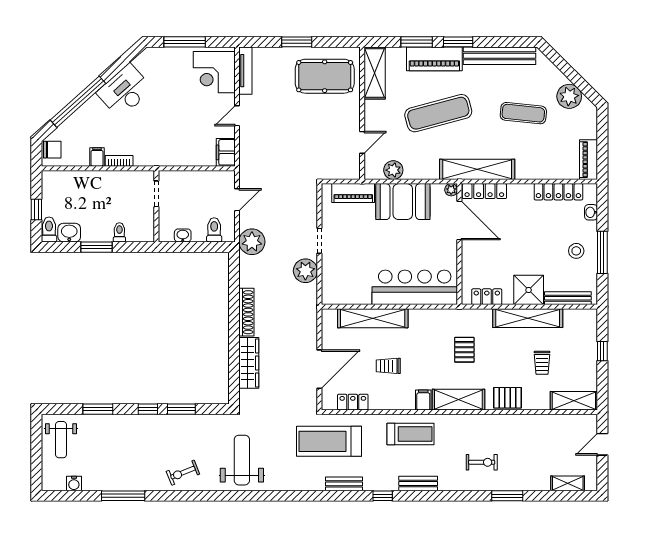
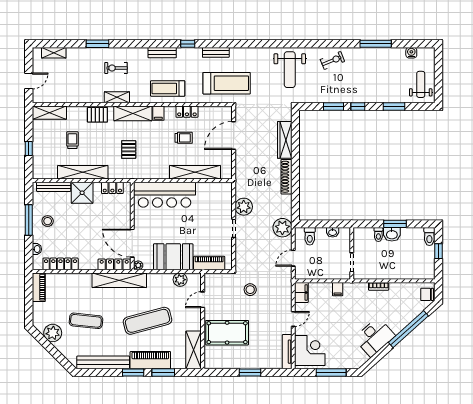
pool table: (325, 76) -> (227, 333), moved
stool: (296, 156) -> (250, 290), added
filing cabinet: (97, 157) -> (338, 289), moved
washbasin: (69, 233) -> (392, 234), moved
locker: (353, 402) -> (187, 112), moved
shelving: (480, 422) -> (117, 97), added

